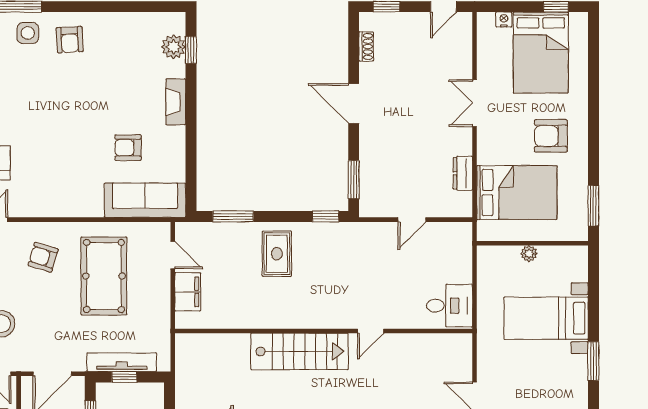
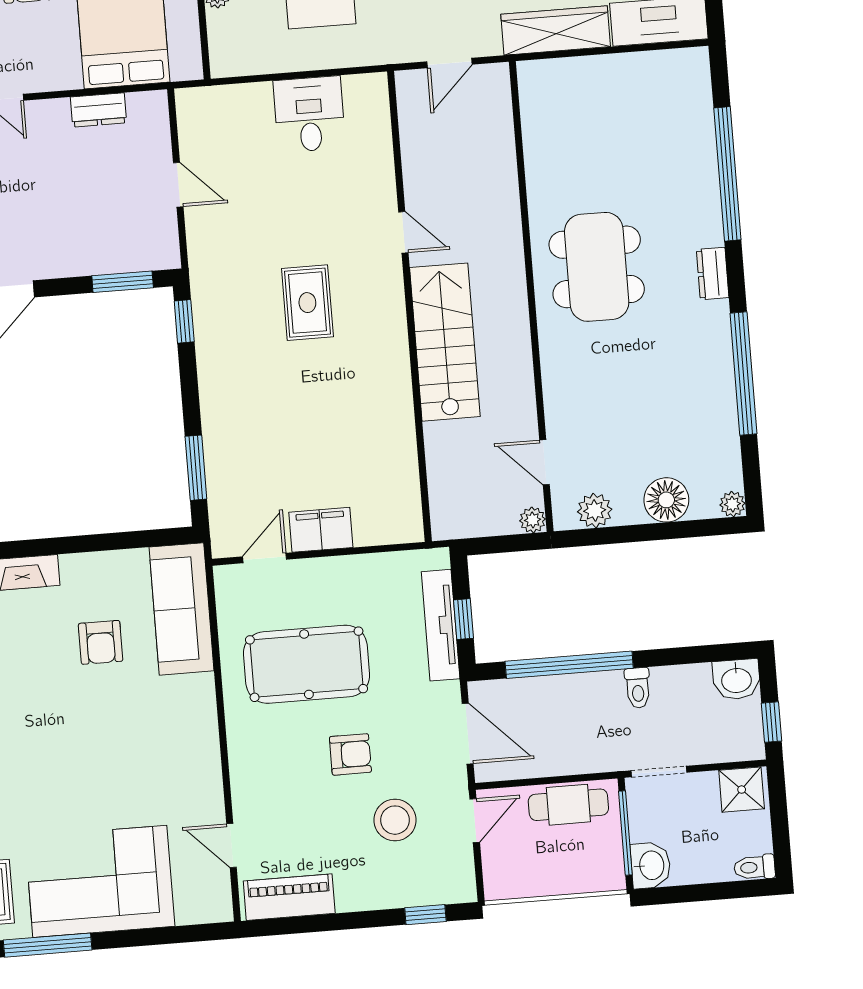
rug: (277, 254) -> (307, 303), moved, turned 90
armchair: (43, 257) -> (350, 754), moved, turned -107
wall: (324, 331) -> (409, 306), moved
door: (371, 331) -> (403, 232), moved
stairs: (299, 351) -> (445, 342), moved

